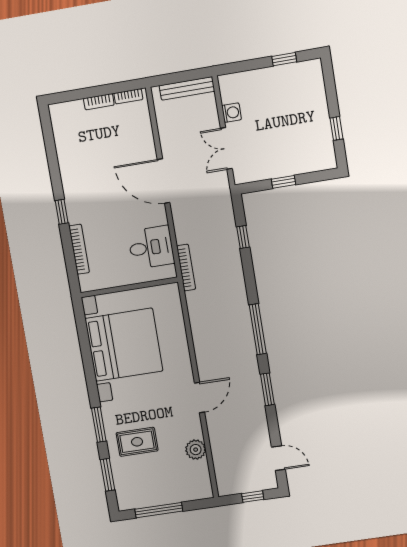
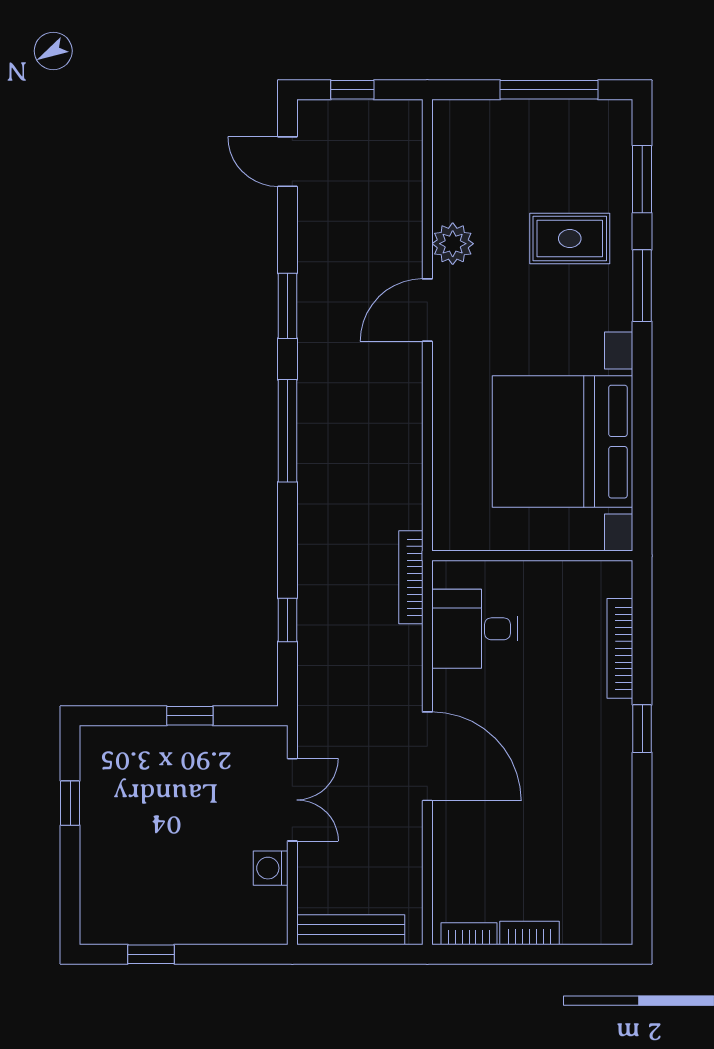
plant: (196, 450) -> (453, 244), moved

